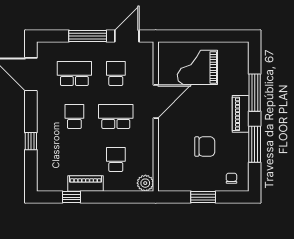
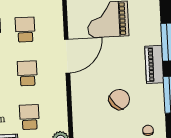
school desk: (116, 117) -> (27, 73), width x0.54
chair: (205, 147) -> (119, 99), turned -43

